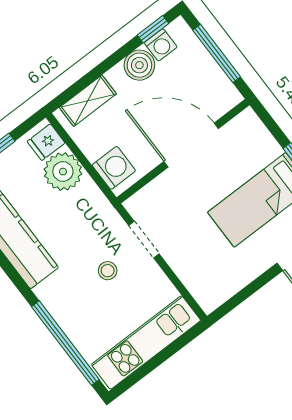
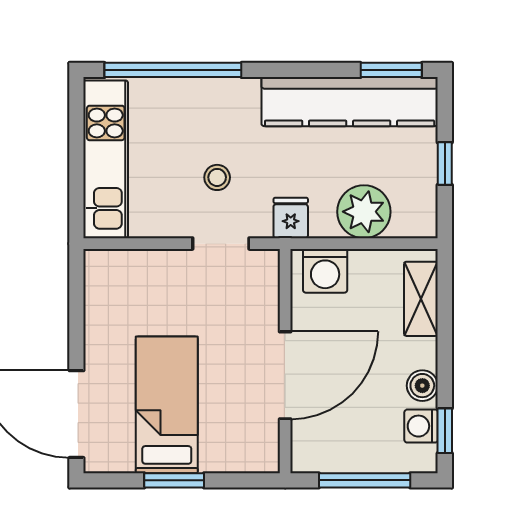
boiler: (139, 65) -> (422, 386), width x0.73, depth x0.73
fridge: (46, 142) -> (291, 218), moved

